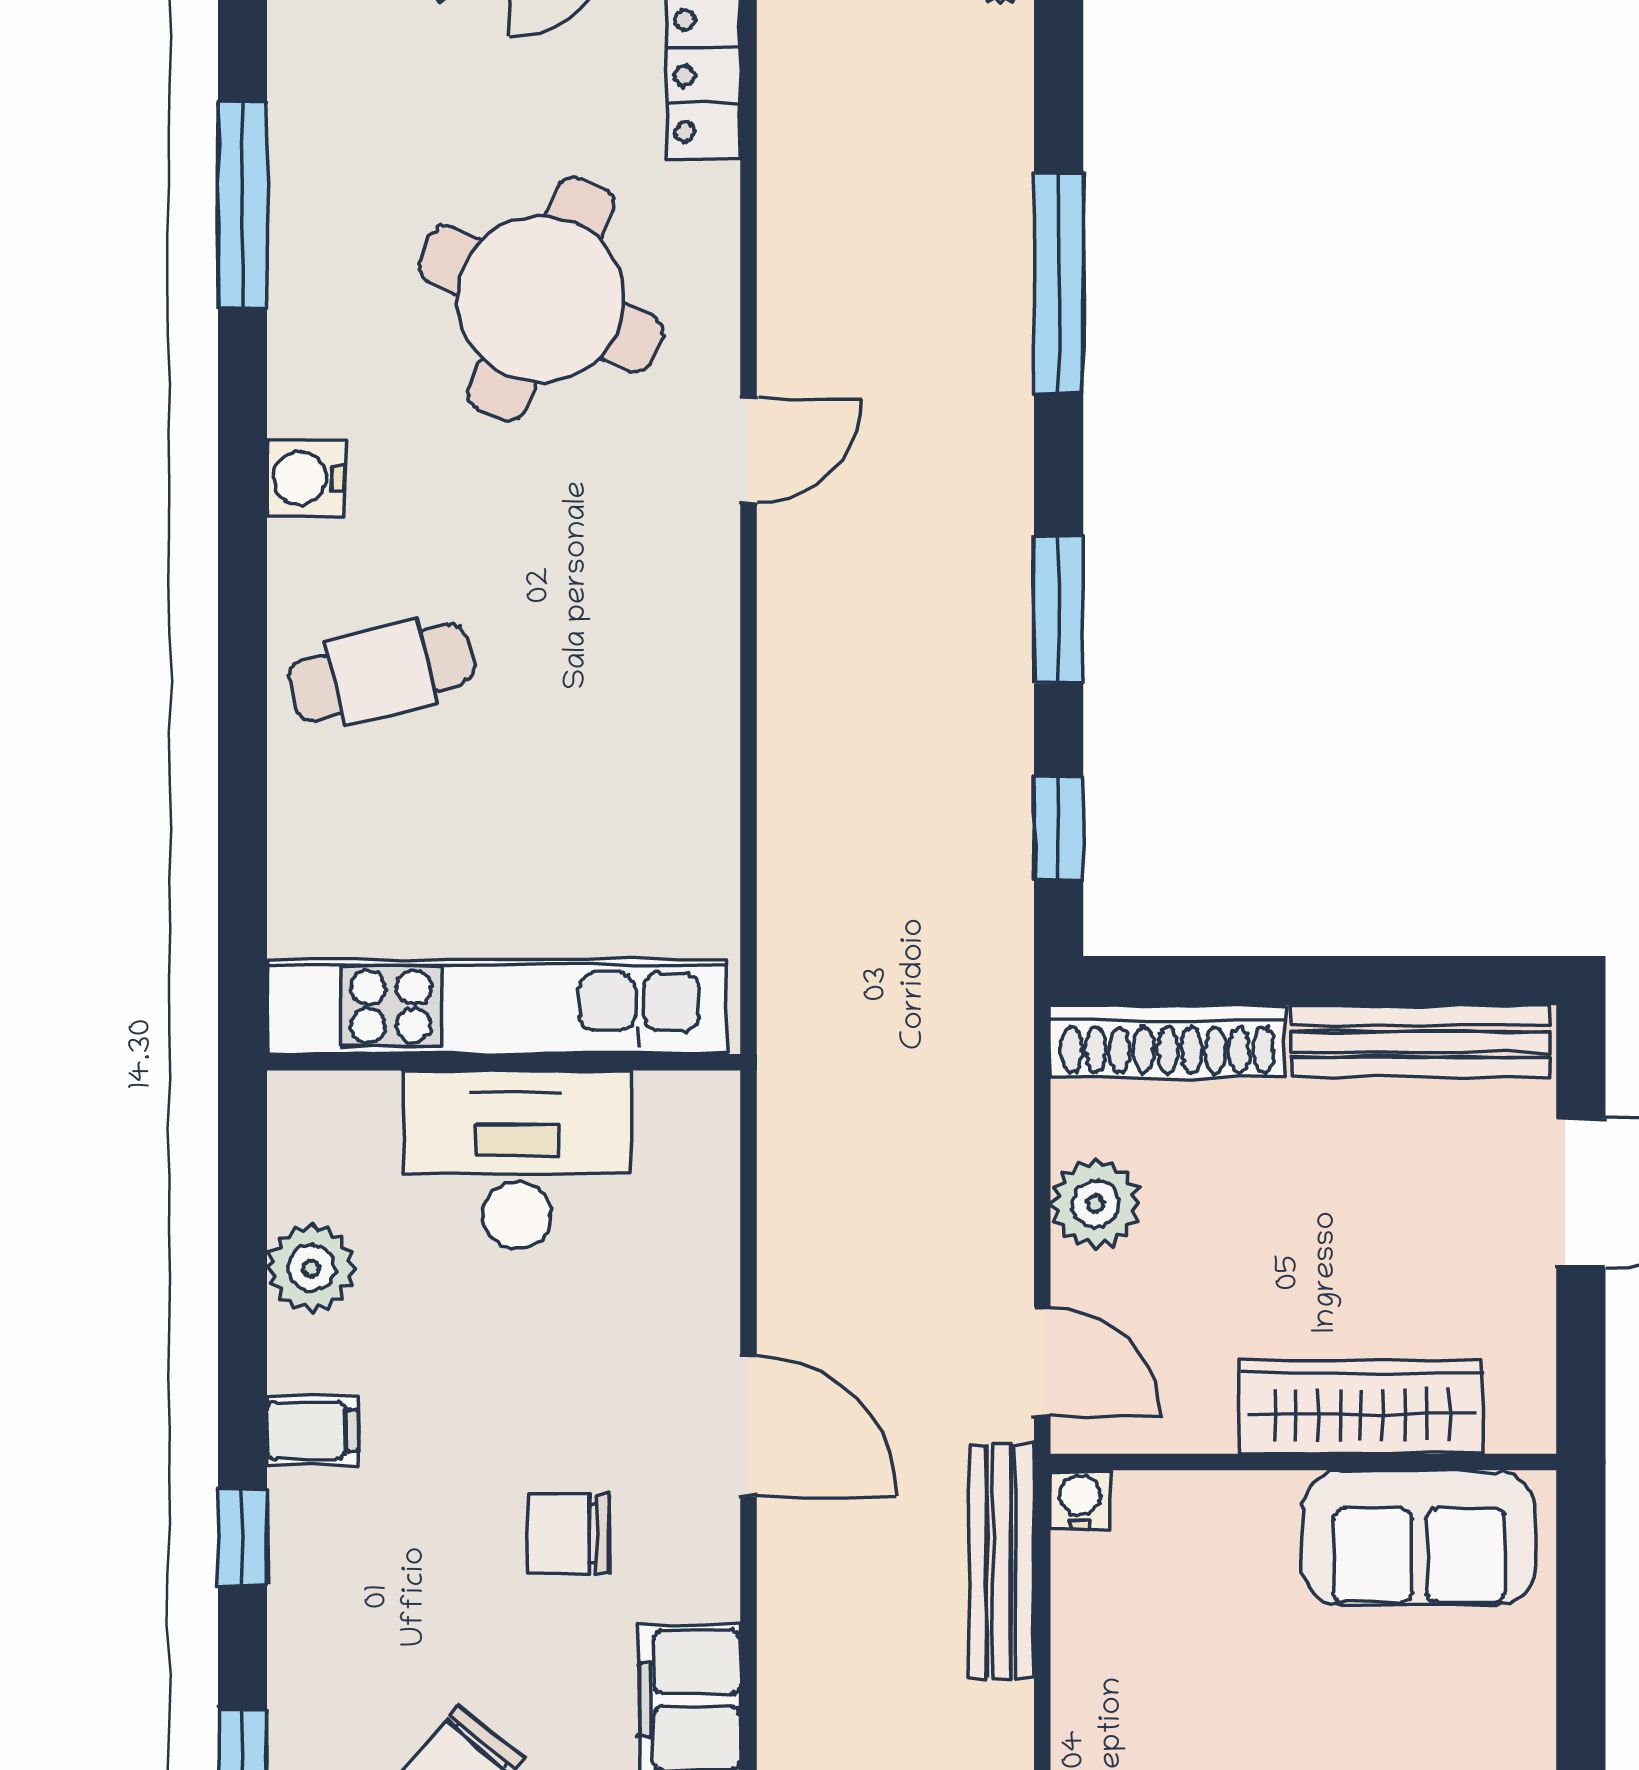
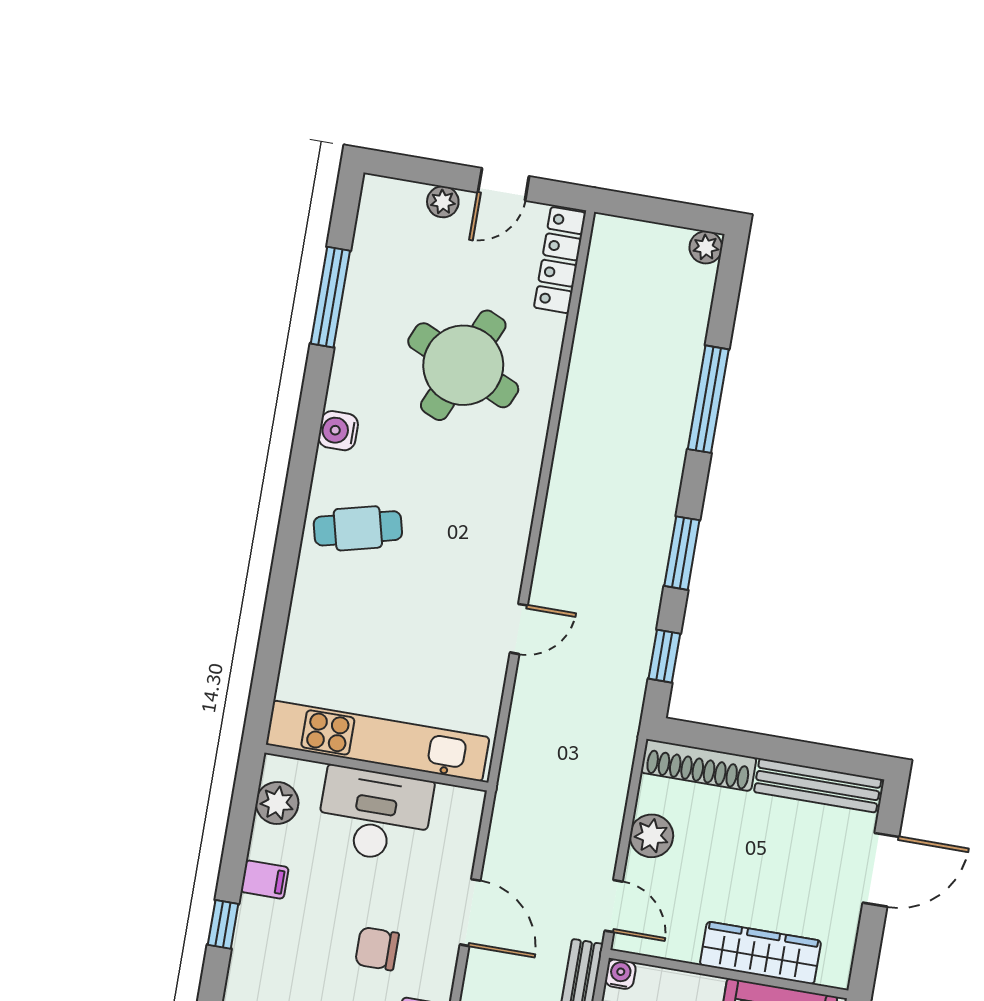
door: (748, 451) -> (519, 629), moved
kitchen unit: (497, 1007) -> (378, 741), moved
wall: (504, 1062) -> (376, 768), moved
desk: (517, 1160) -> (375, 815), moved

